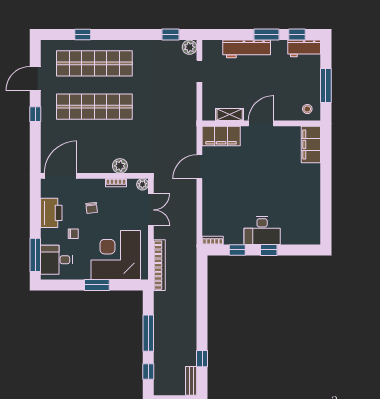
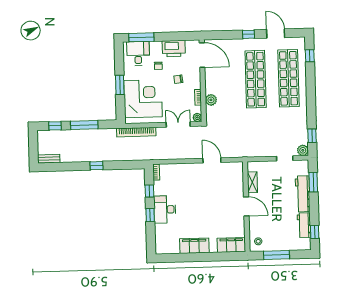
window: (83, 35) -> (310, 56), moved
window: (267, 35) -> (313, 182), moved
workbench: (304, 48) -> (304, 225), moved
filing cabinet: (221, 136) -> (194, 246), moved, turned 90
double door: (151, 210) -> (178, 124), swing flipped
window: (202, 359) -> (97, 166), moved

